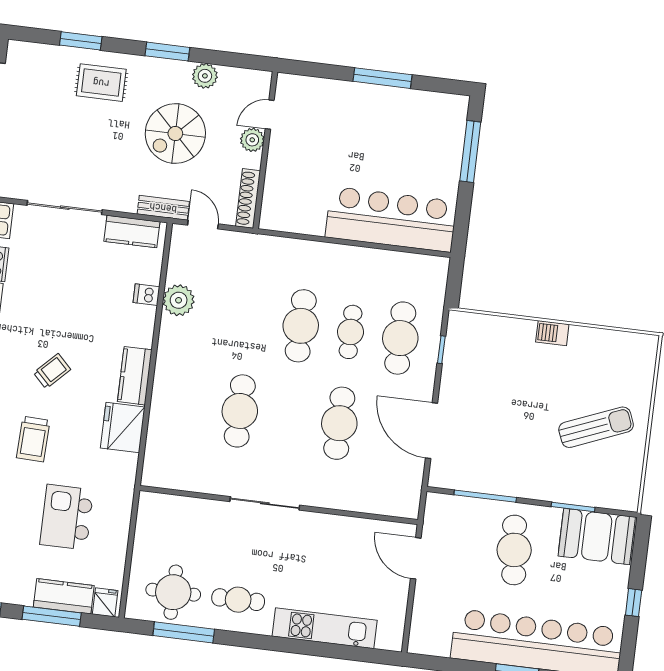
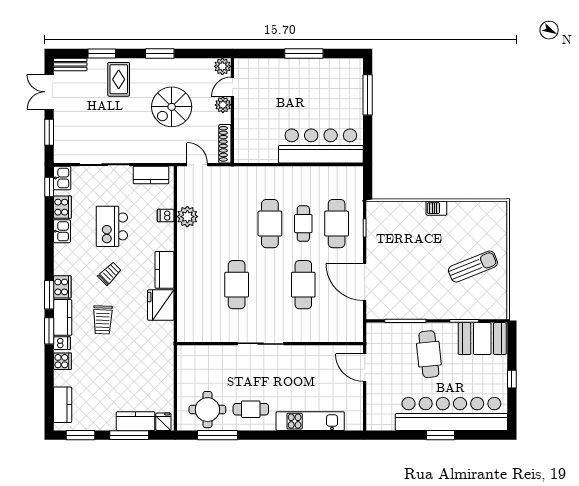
plant: (205, 76) -> (222, 66), moved
rug: (101, 83) -> (119, 79), turned 90
bench: (163, 208) -> (70, 64), moved
kitchen island: (67, 517) -> (112, 226), moved

